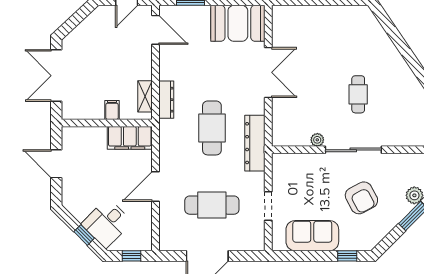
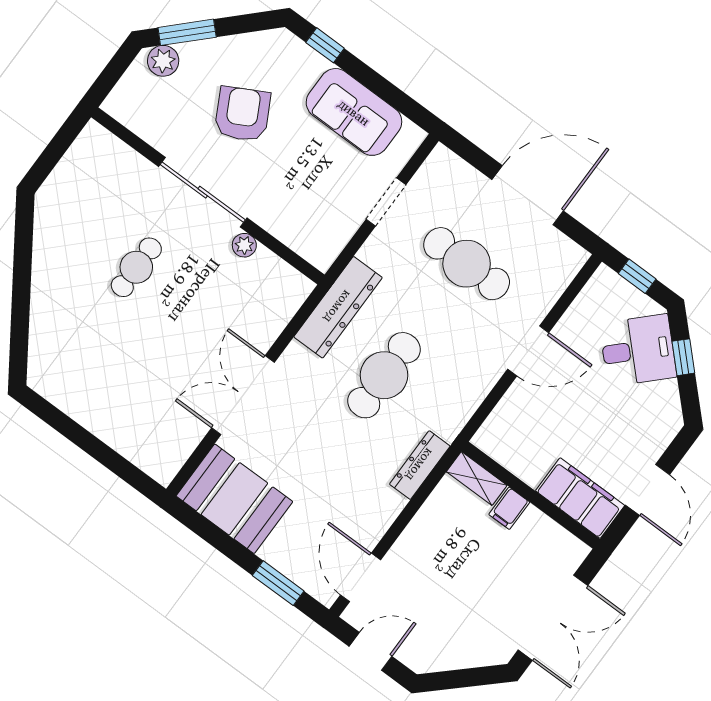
shelving: (145, 96) -> (477, 479), moved, turned 90
filing cabinet: (130, 138) -> (580, 498), moved

